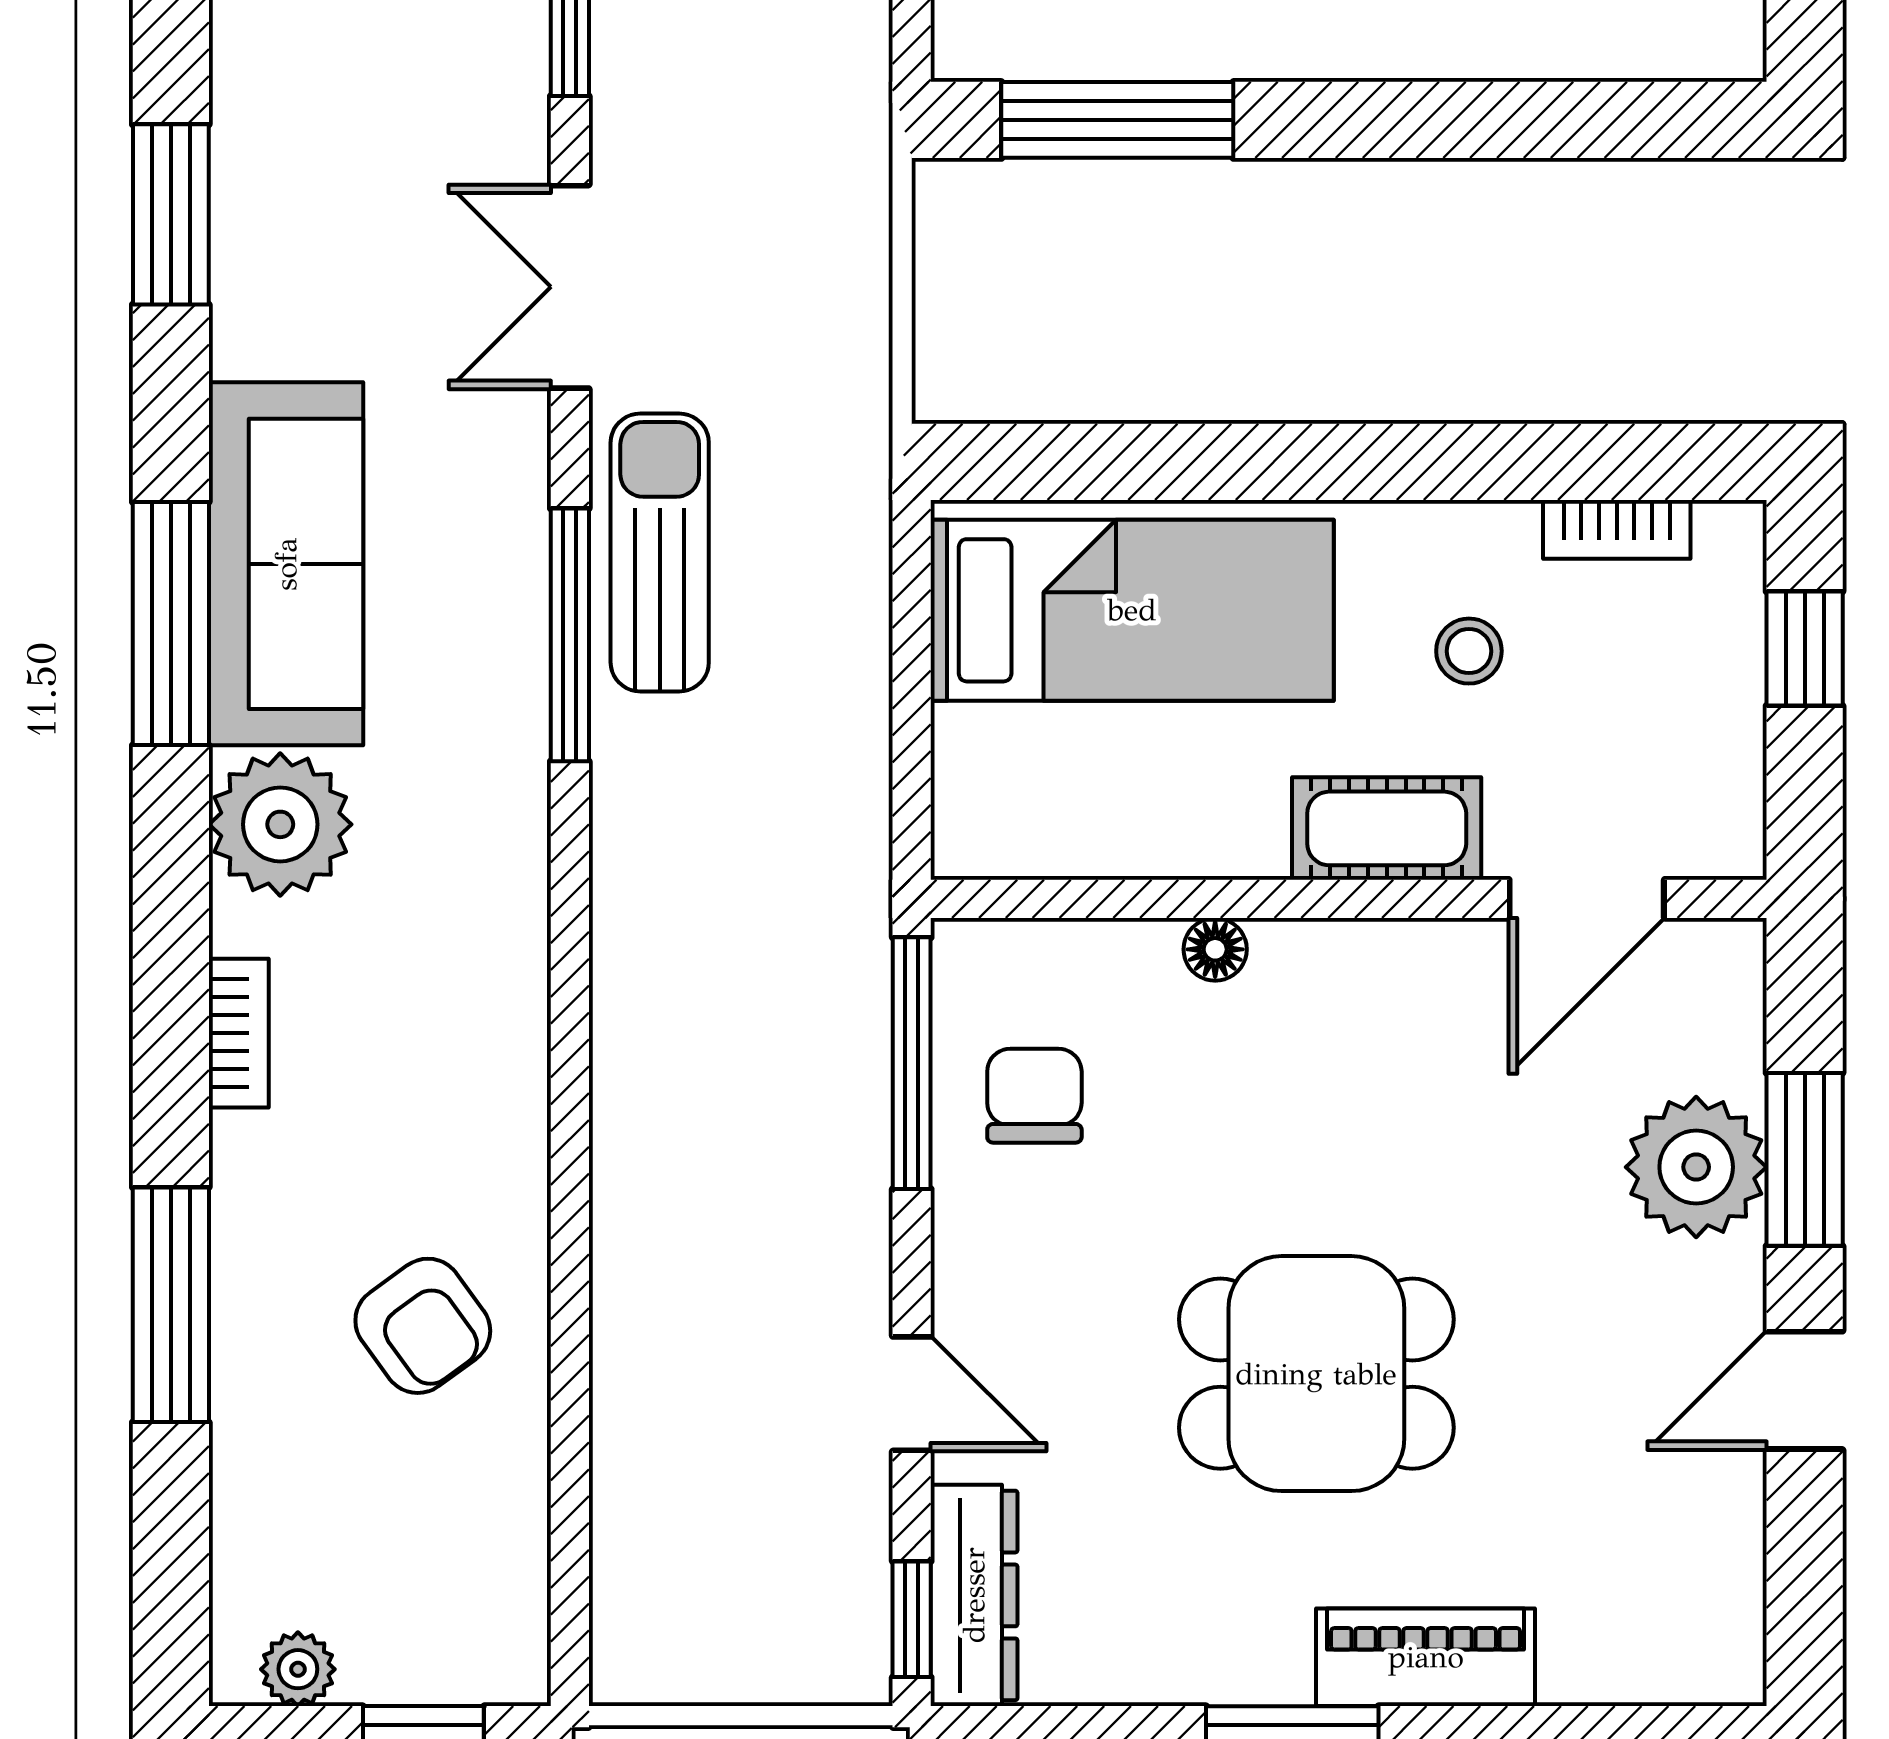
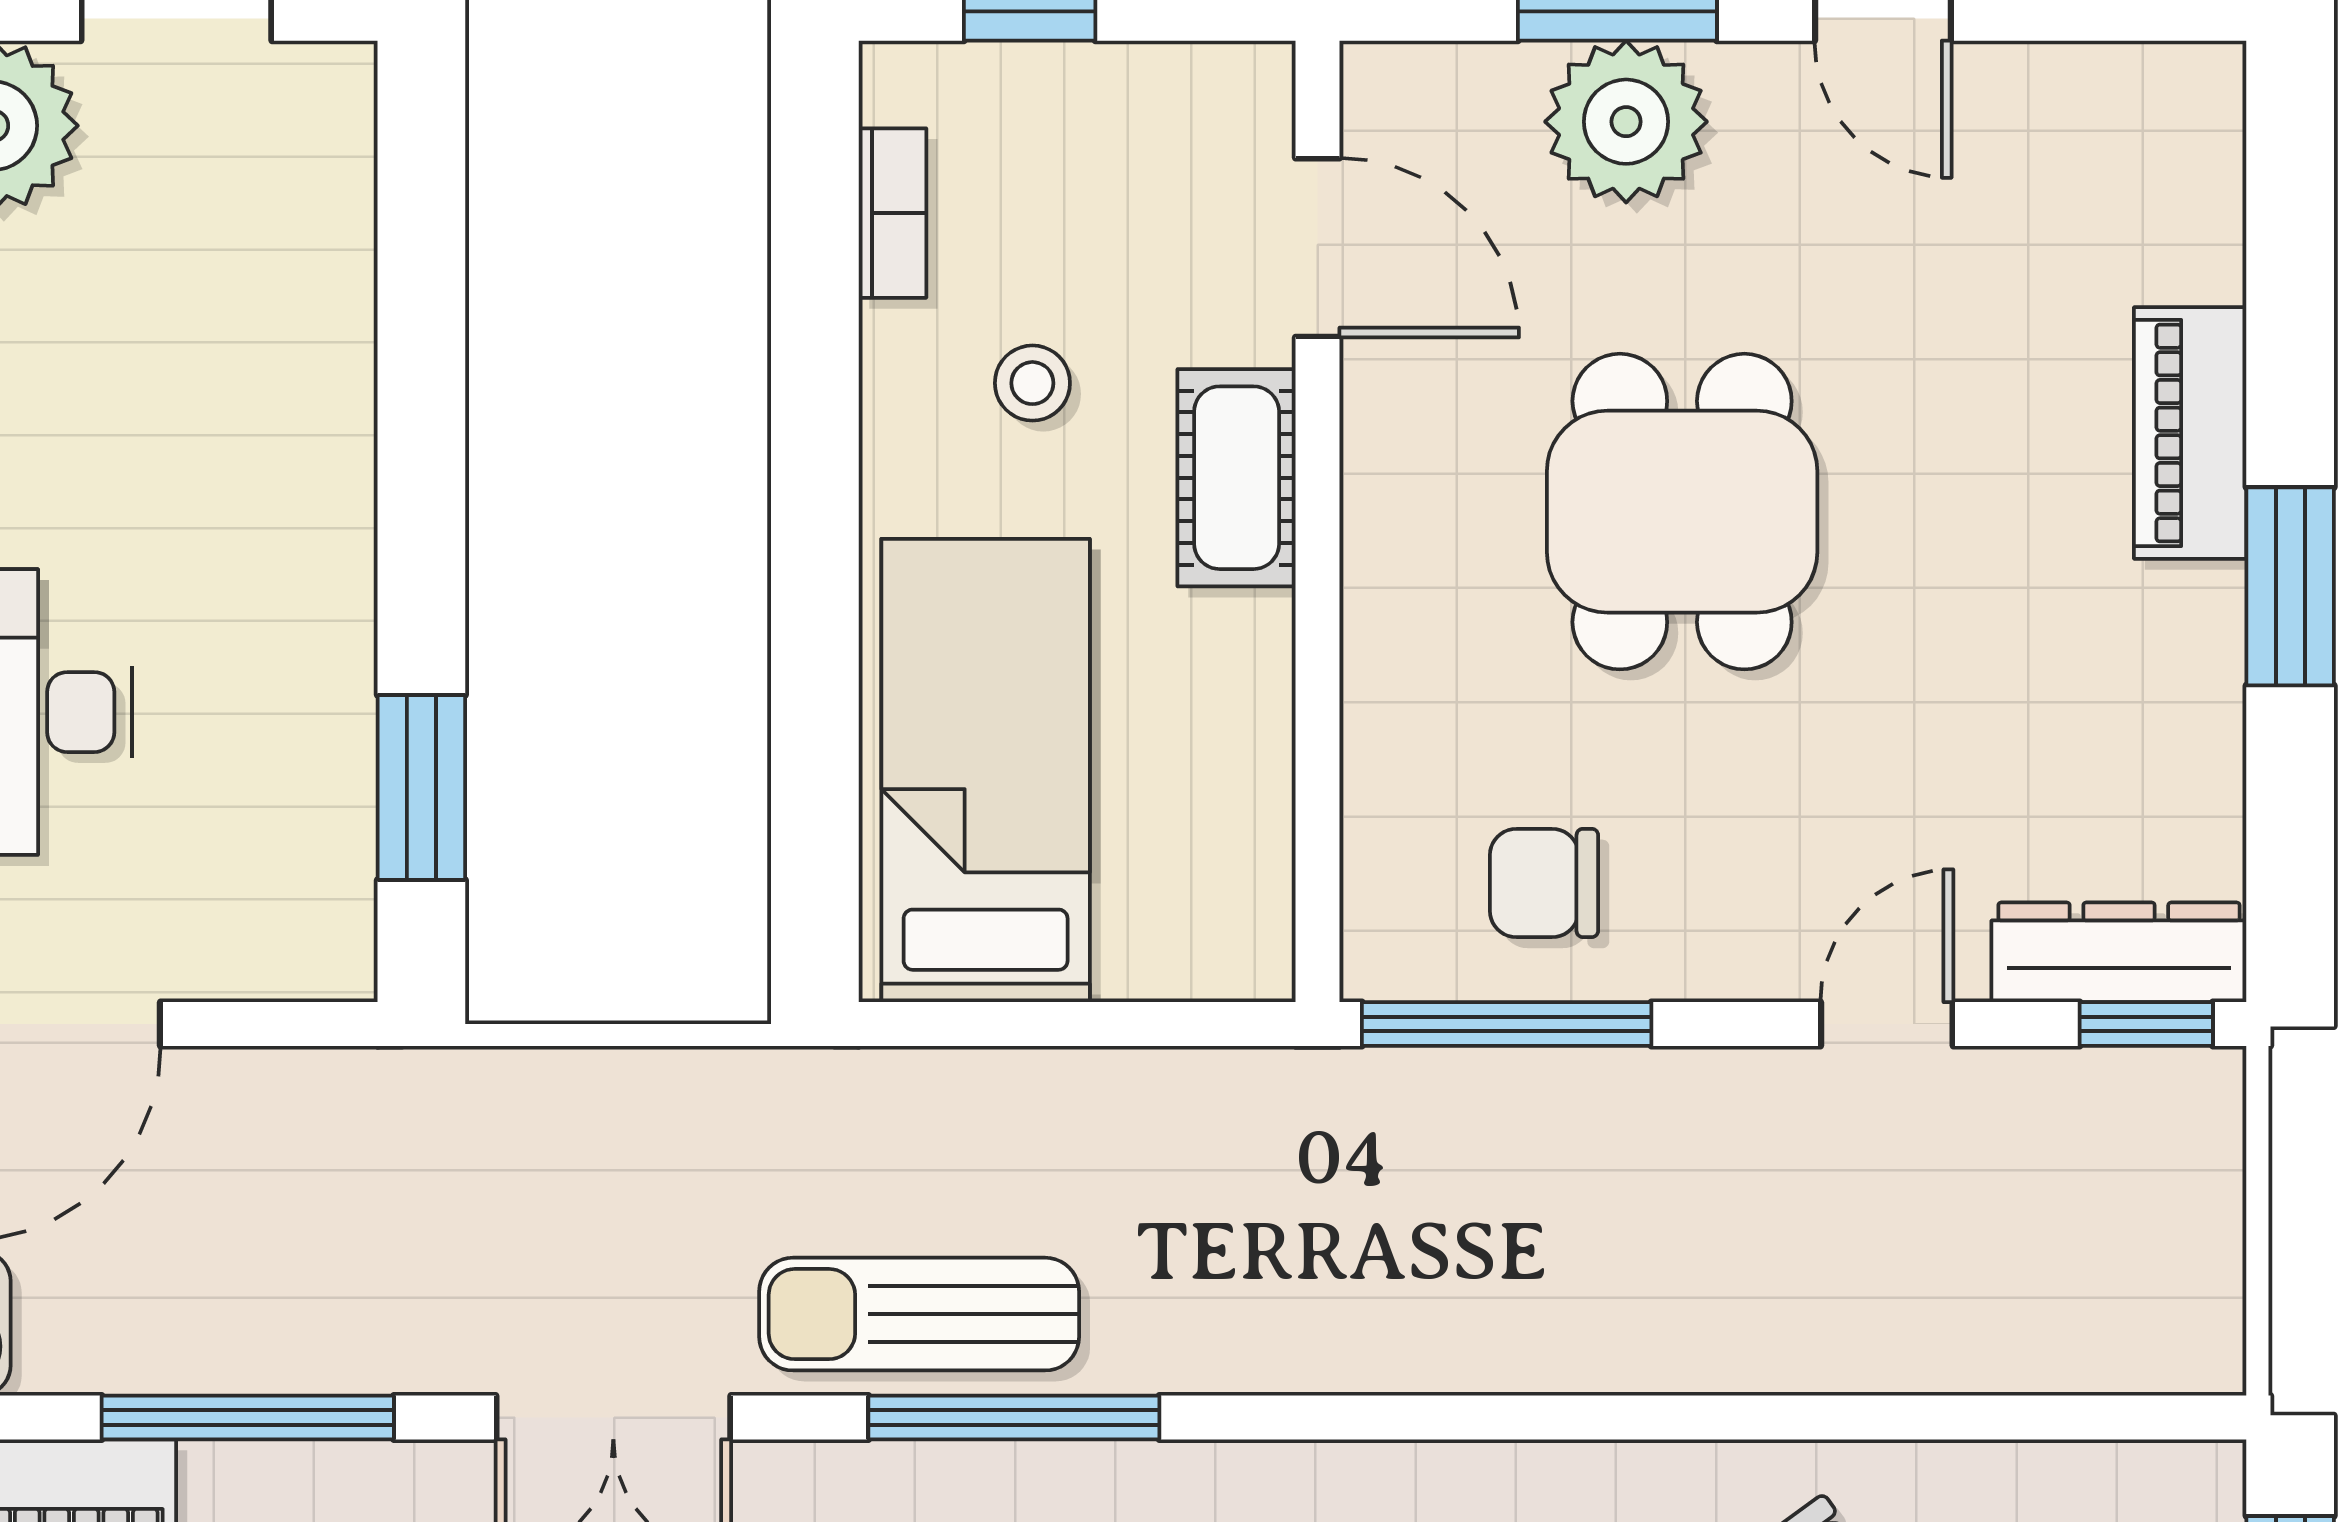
window: (1117, 120) -> (421, 788), width x0.69
floor lamp: (1215, 949) -> (1376, 675), removed
dining table: (1316, 1374) -> (1682, 512), moved

